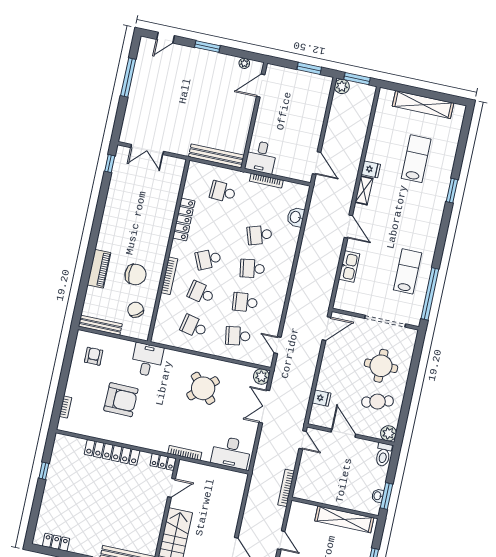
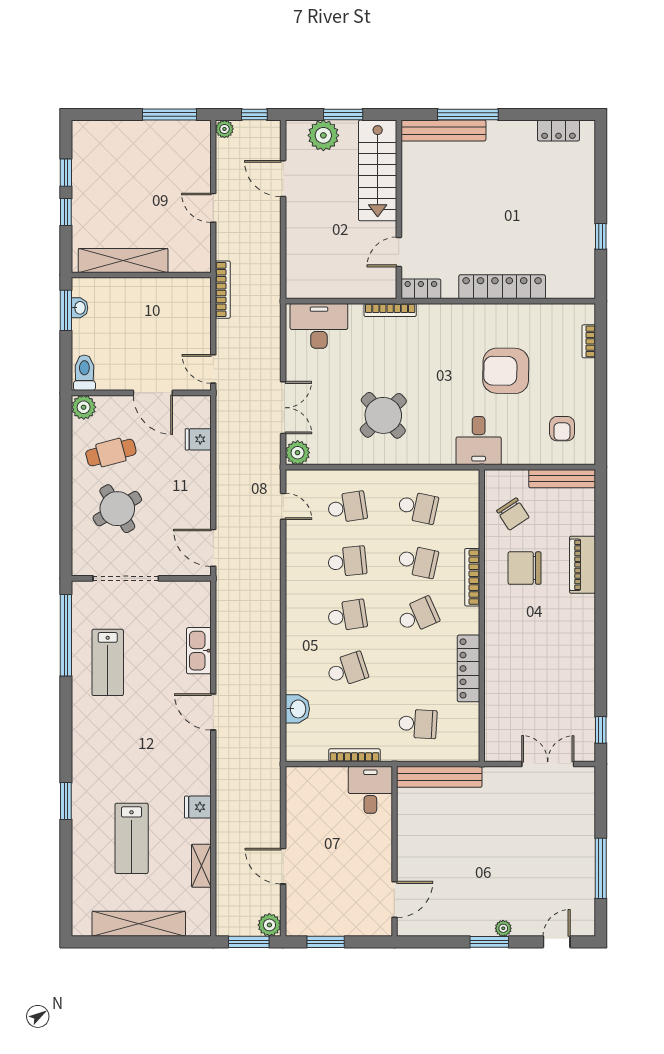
plant: (244, 63) -> (503, 928), moved
door: (317, 163) -> (283, 866), moved
shelving: (364, 190) -> (201, 866), moved
door: (327, 329) -> (213, 548), hinge flipped
round table: (381, 366) -> (117, 509), turned -31

